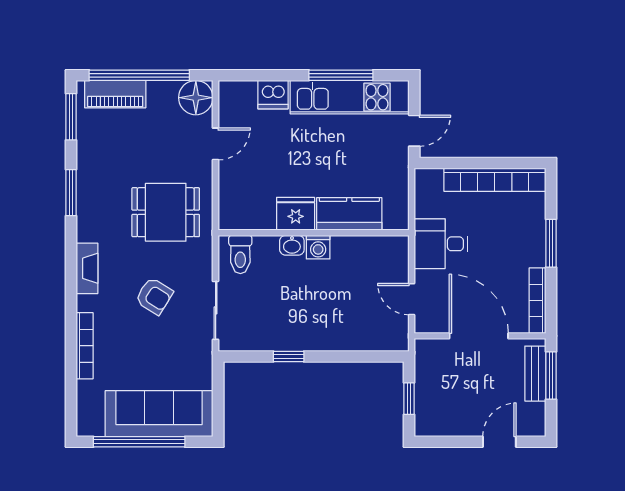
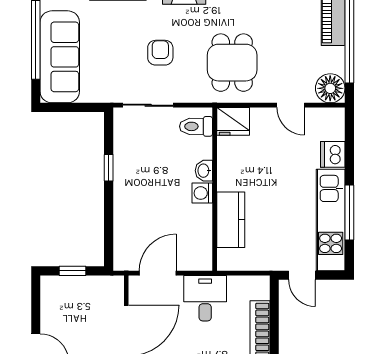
fridge: (296, 214) -> (233, 121), moved, turned 90
armchair: (154, 296) -> (160, 53), turned 148
door: (412, 299) -> (158, 273), width x1.38

